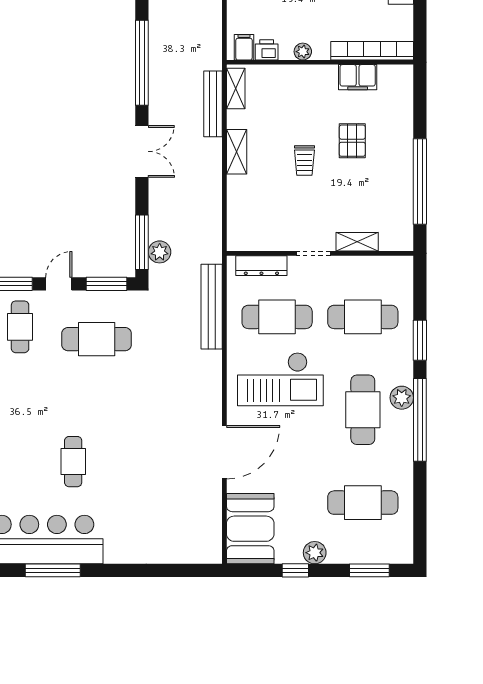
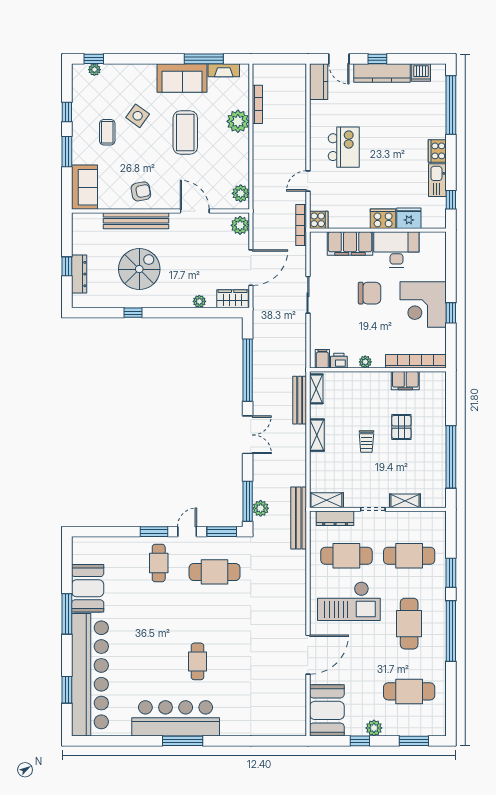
shelving: (250, 241) -> (326, 500), added
bench: (212, 307) -> (299, 518), moved
plant: (402, 398) -> (438, 615), removed

